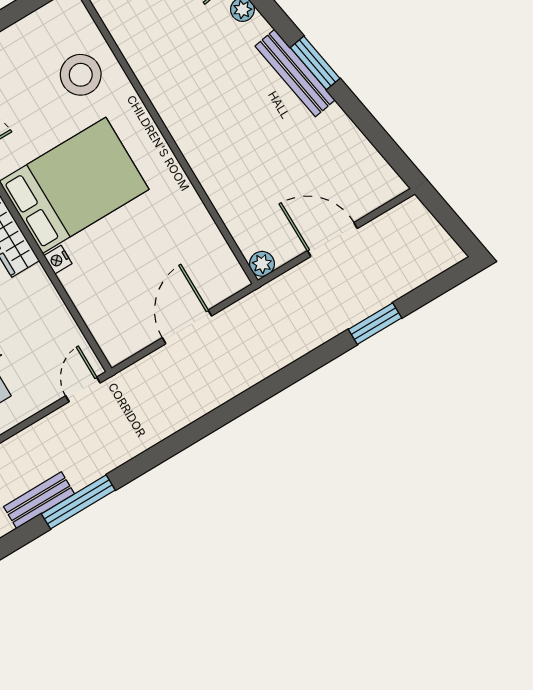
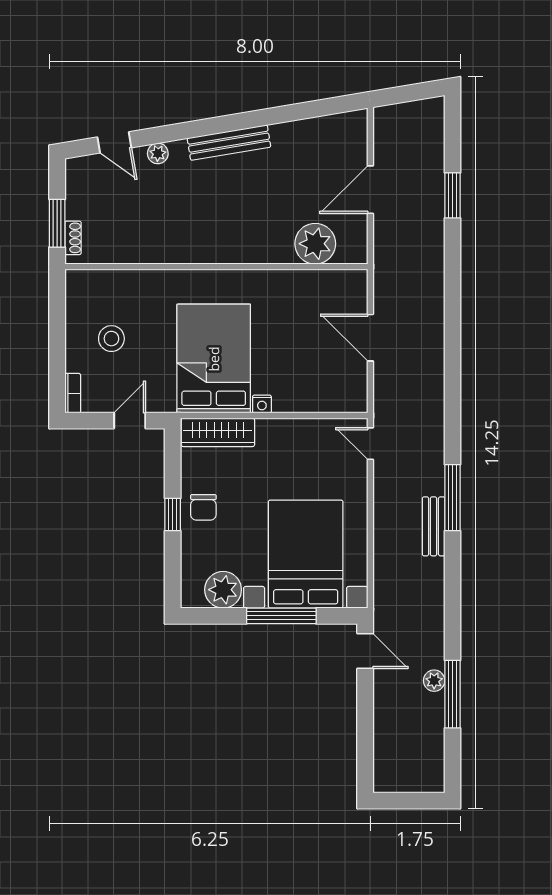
window: (315, 63) -> (230, 123), removed
stool: (81, 75) -> (111, 339), moved, width x0.73, depth x0.73
plant: (262, 264) -> (315, 244), moved, width x1.88, depth x1.88

